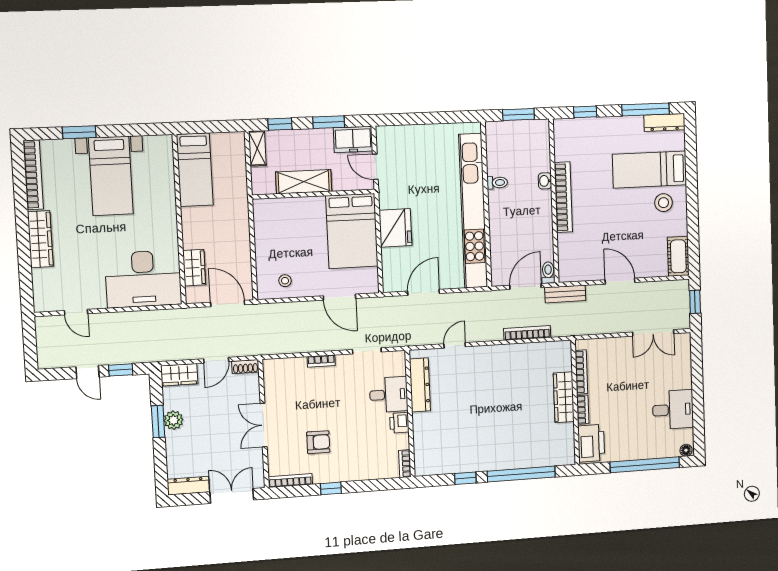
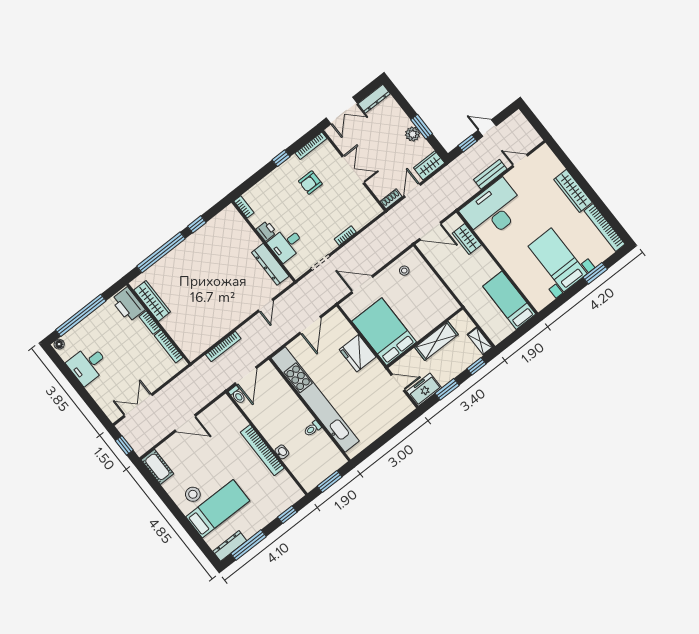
bench: (565, 294) -> (490, 174), moved
wardrobe: (564, 397) -> (152, 301), moved

